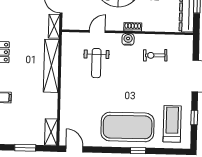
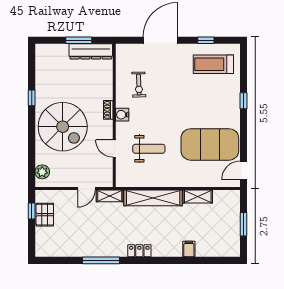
exercise mat: (128, 127) -> (210, 144), moved, turned 90
shelving: (51, 132) -> (198, 196), moved

